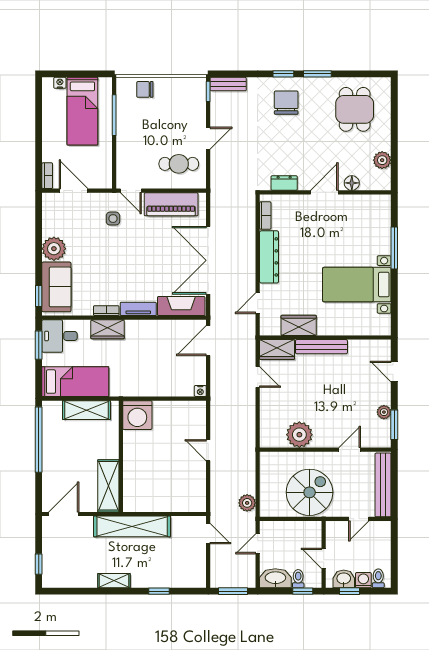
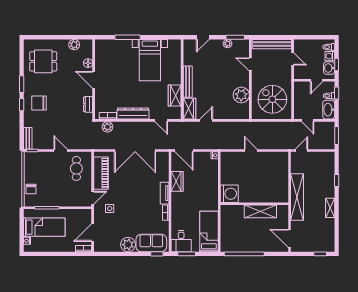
fireplace: (181, 306) -> (163, 167), removed
wardrobe: (108, 329) -> (177, 181), moved
shelving: (86, 410) -> (226, 225), removed
door: (208, 450) -> (251, 151), swing flipped
shelving: (108, 486) -> (260, 211), moved
spiral stairs: (310, 492) -> (272, 99), moved
plant: (247, 503) -> (107, 127), moved

